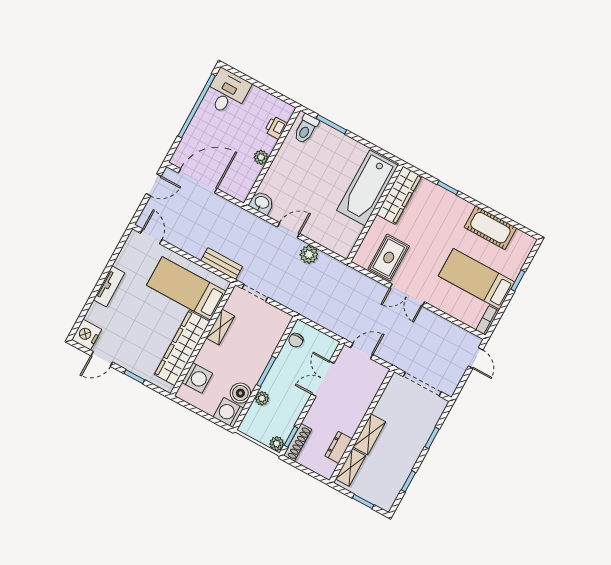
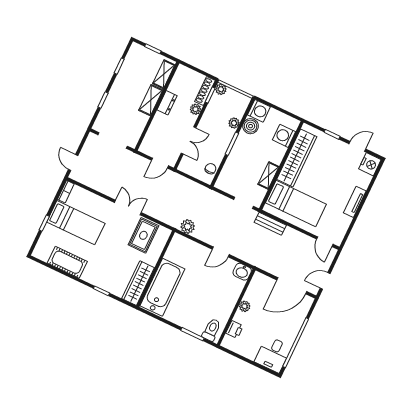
plant: (309, 254) -> (188, 226), moved
plant: (311, 419) -> (196, 109), added
dresser: (339, 447) -> (167, 103), moved

